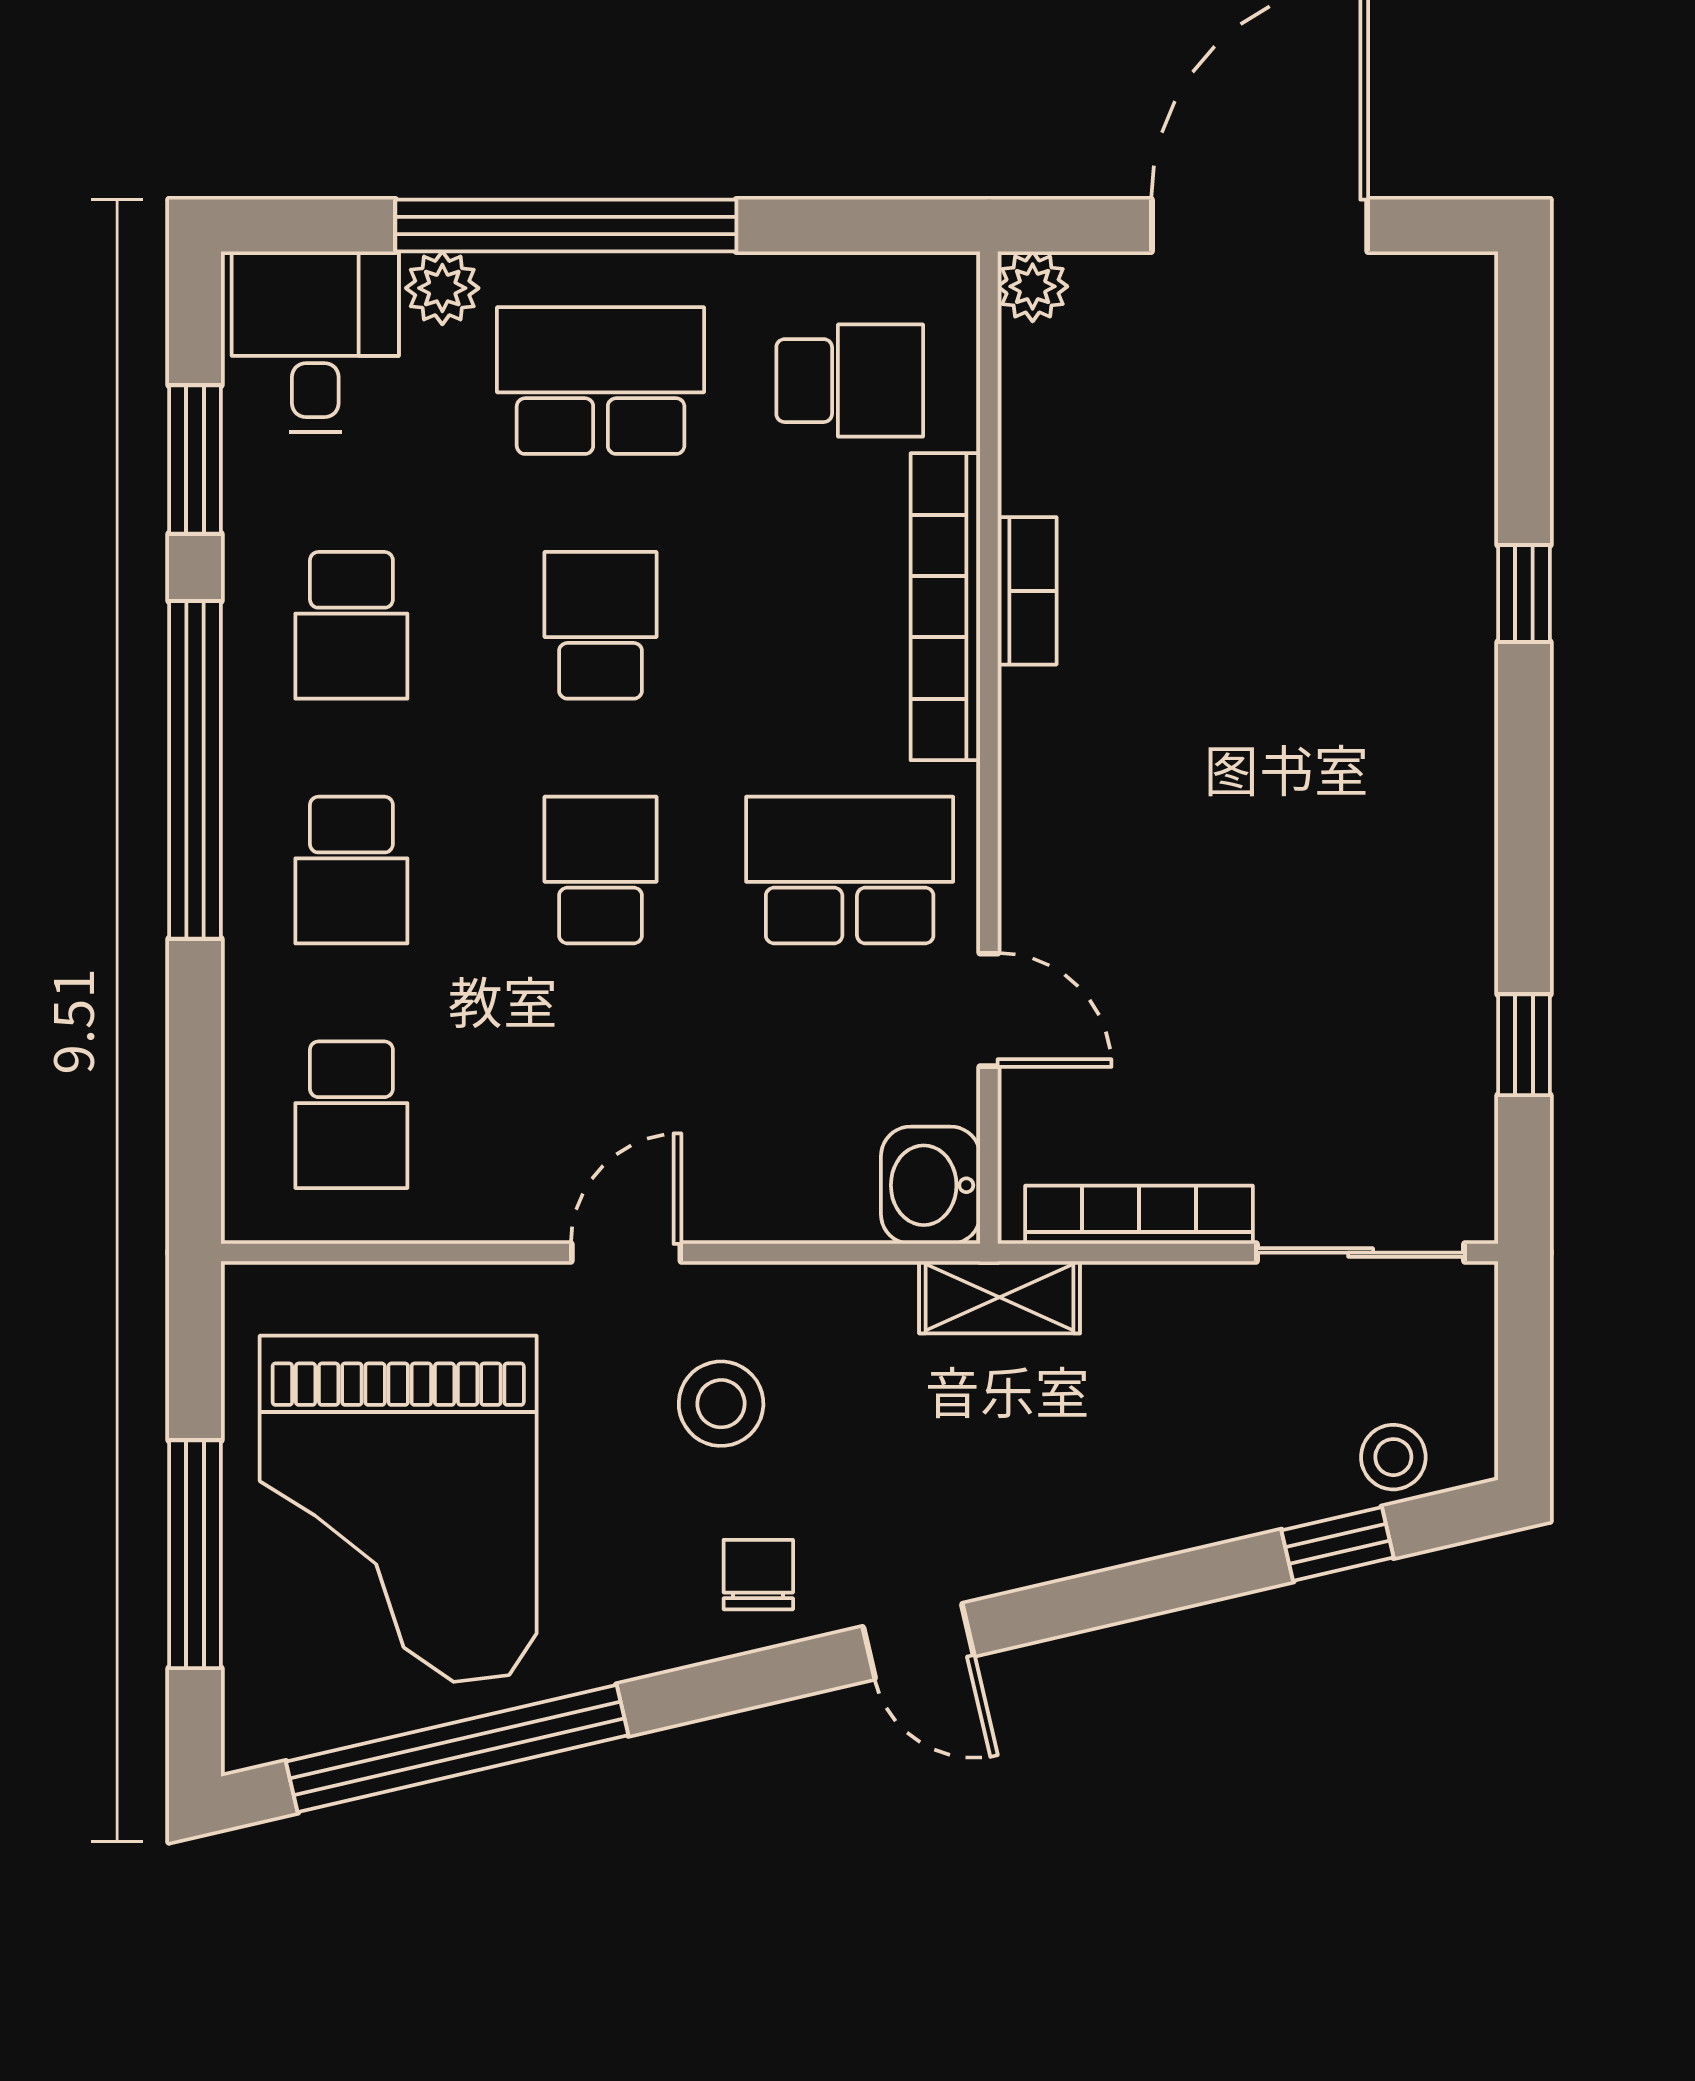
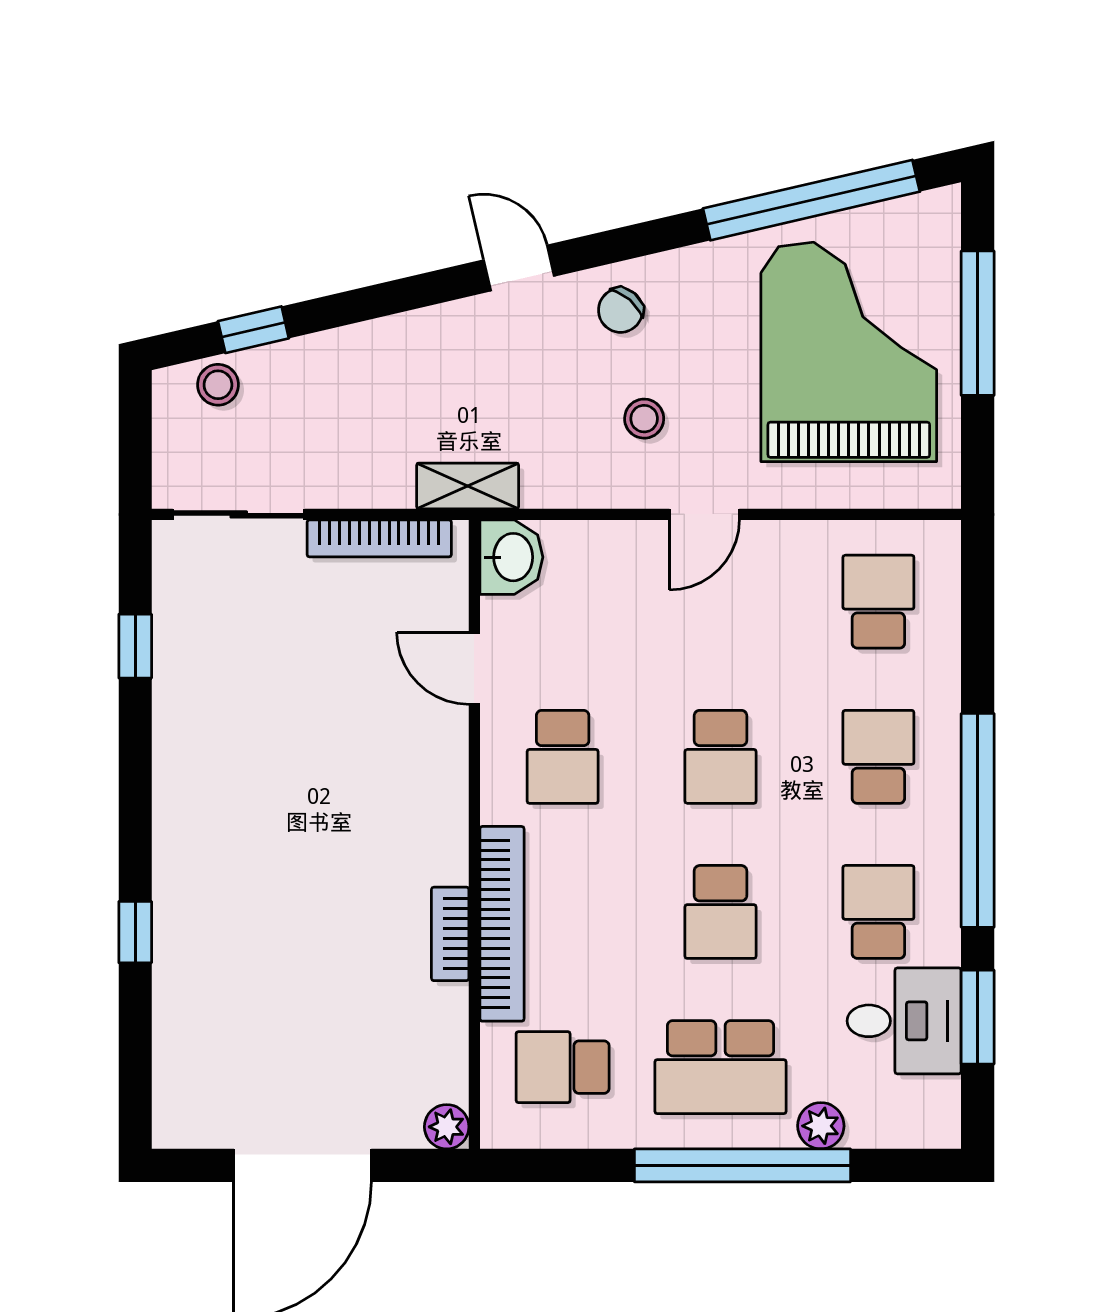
desk: (315, 342) -> (904, 1021), moved, turned -90
school desk: (850, 870) -> (563, 757), width x0.54
stool: (721, 1404) -> (644, 419), width x0.73, depth x0.73
chair: (758, 1575) -> (621, 310), turned 41

